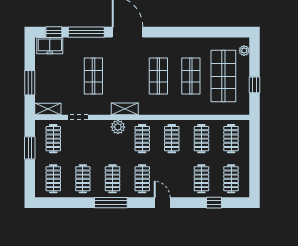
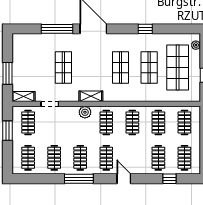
window: (54, 32) -> (145, 29), moved
freezer: (50, 46) -> (25, 41), removed

